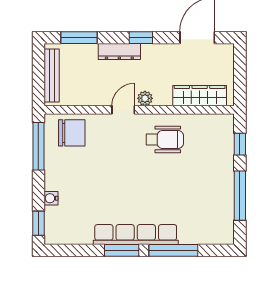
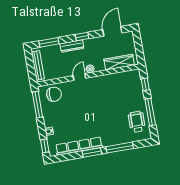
wheelchair: (165, 139) -> (137, 122), moved, turned -90
row of seats: (136, 235) -> (79, 146), moved

